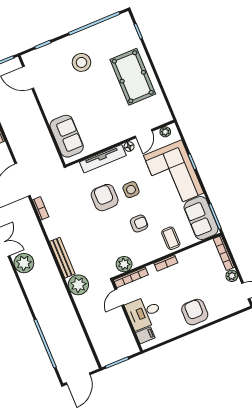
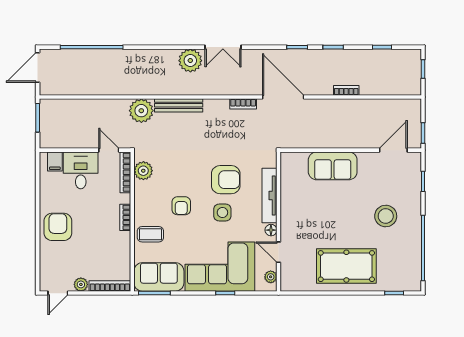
sofa: (67, 136) -> (333, 166), moved
armchair: (195, 312) -> (58, 227), turned -90
door: (78, 379) -> (38, 68), hinge flipped

